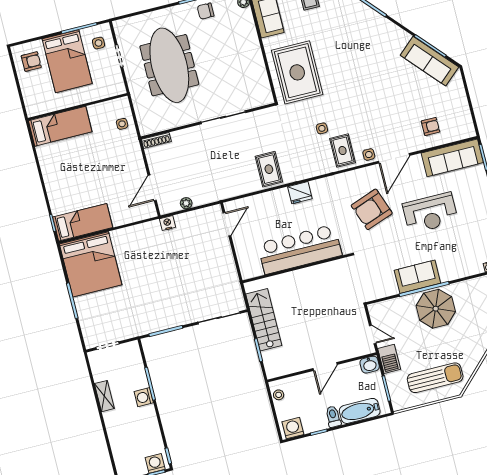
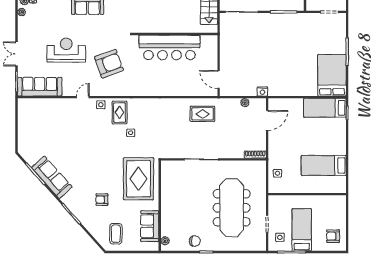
bed: (67, 61) -> (302, 230), width x0.67
sofa: (429, 61) -> (52, 177), moved
bed: (60, 126) -> (324, 165), moved
armchair: (430, 126) -> (102, 200), moved
door: (394, 158) -> (83, 97), width x0.53
rug: (269, 169) -> (202, 114), moved, turned 90
fridge: (300, 193) -> (159, 89), removed
door: (227, 224) -> (219, 80), hinge flipped
bed: (91, 264) -> (332, 75), width x0.73

